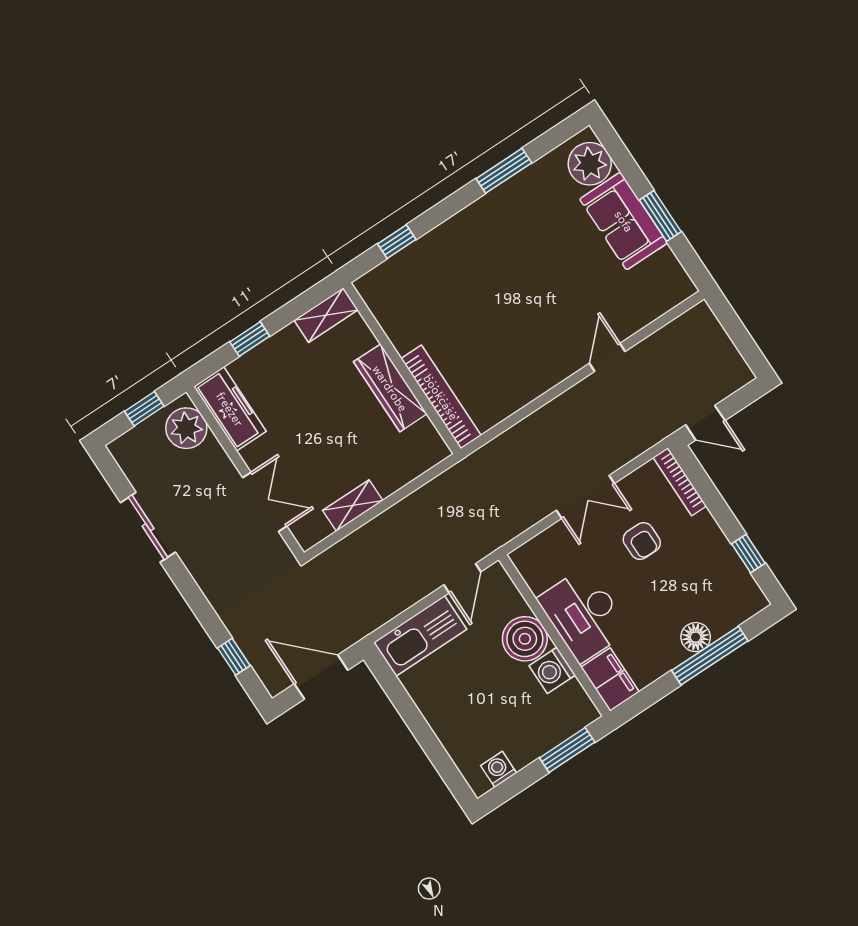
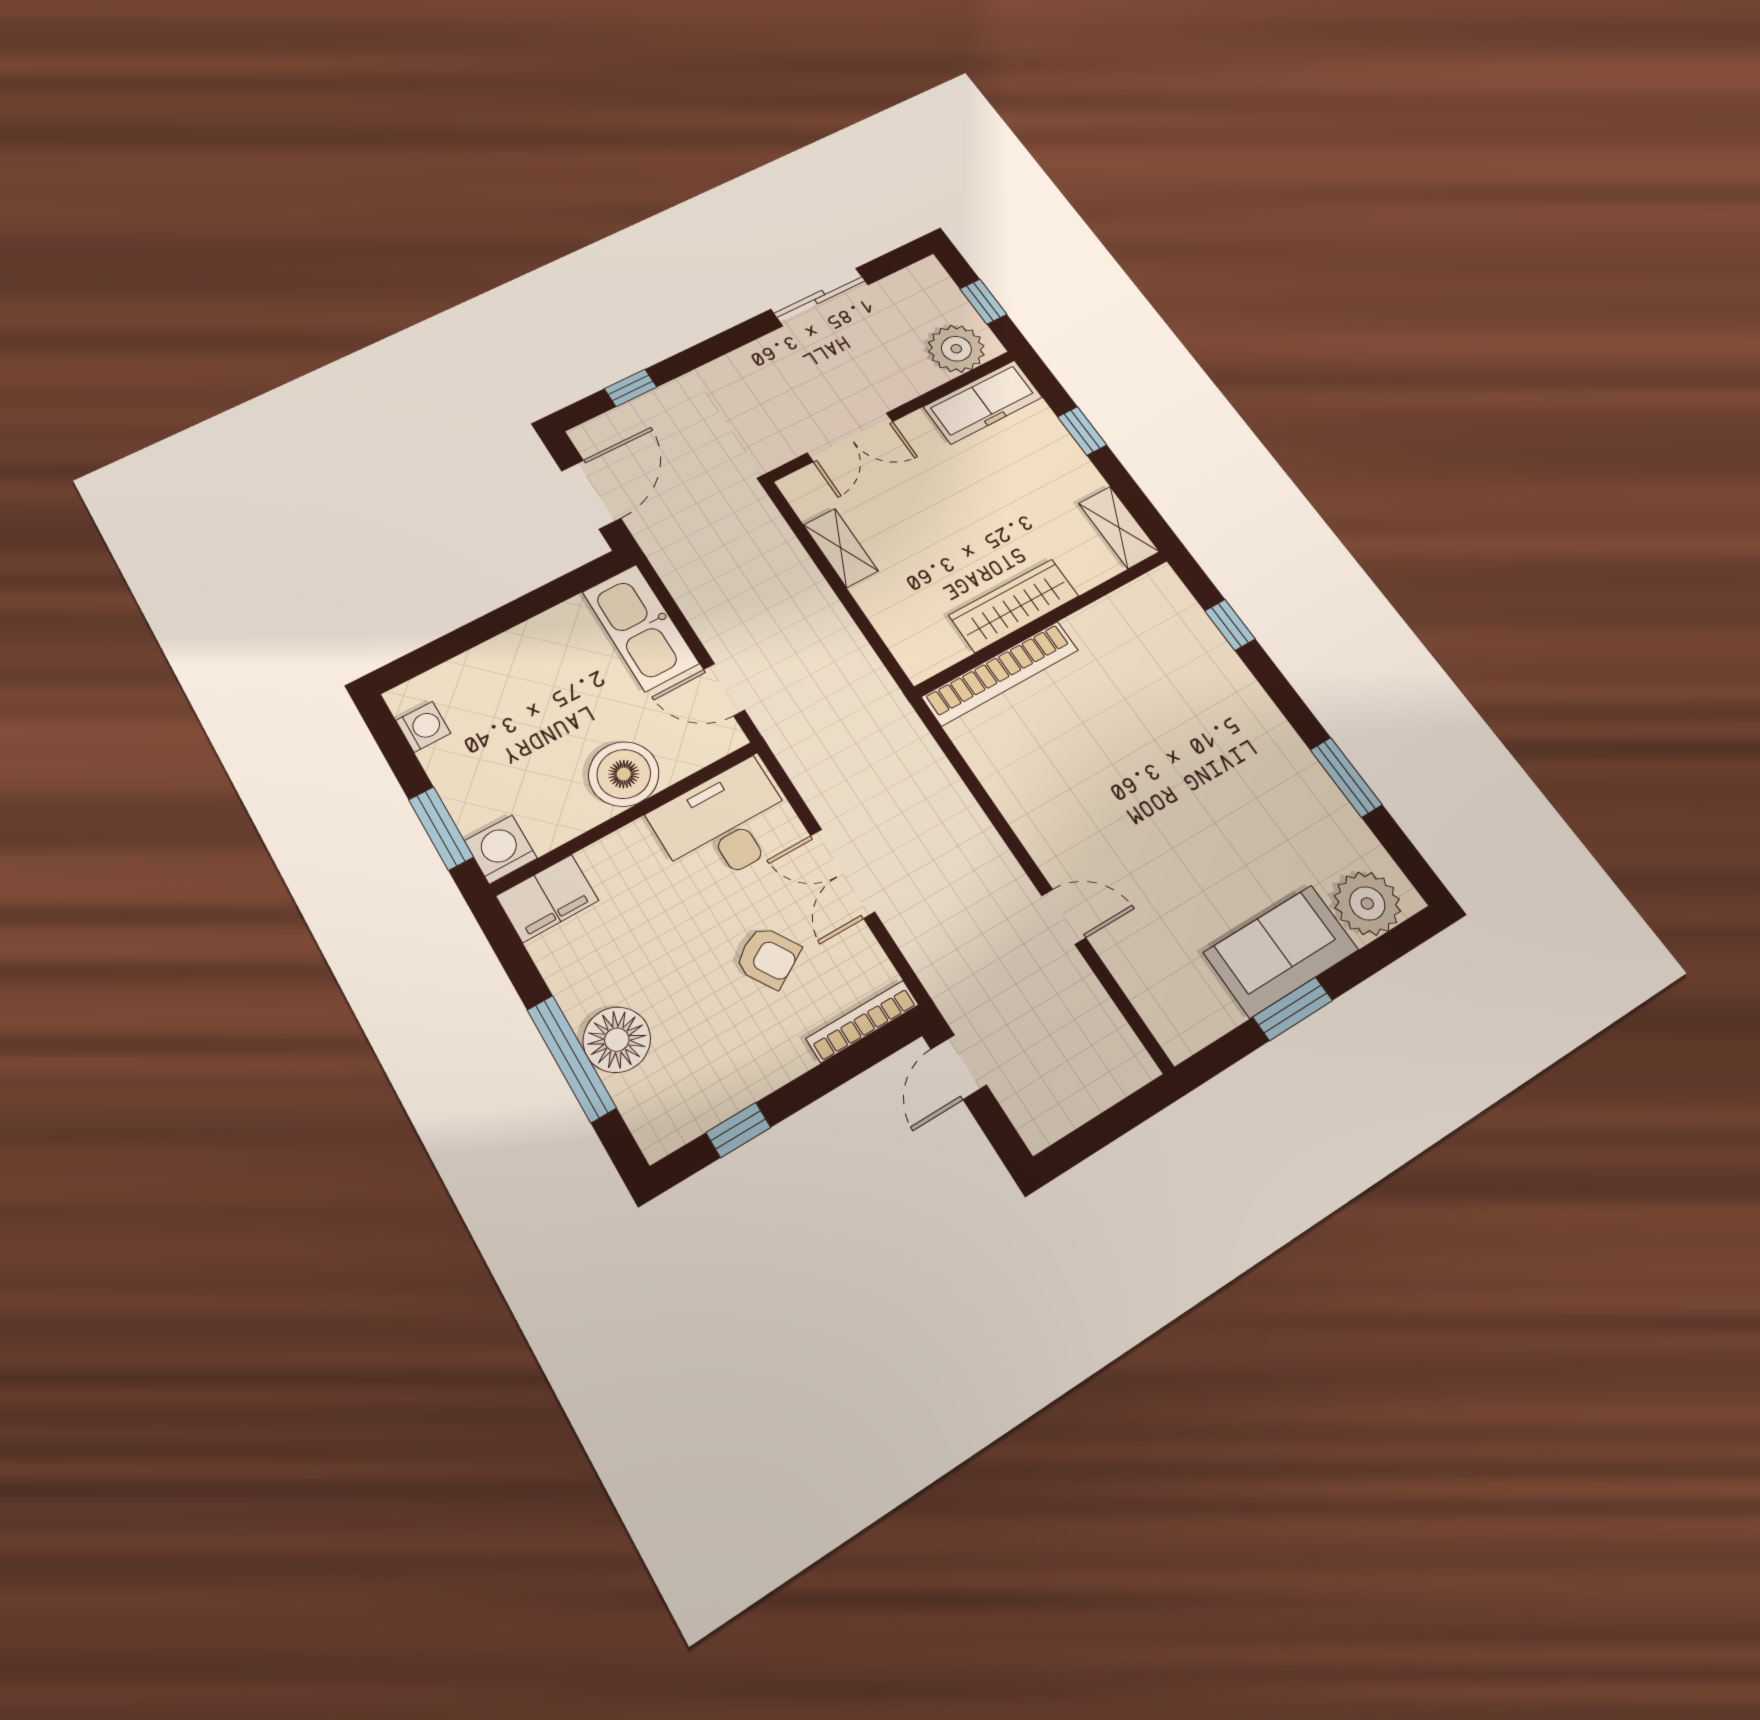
armchair: (642, 541) -> (768, 957), turned -121
desk: (584, 614) -> (724, 824), moved
floor lamp: (696, 637) -> (617, 1040), width x1.38, depth x1.38
washing machine: (552, 670) -> (501, 849), moved

